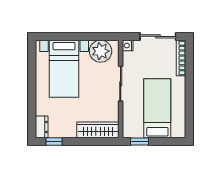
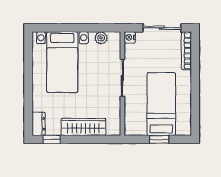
plant: (101, 51) -> (101, 38), width x0.53, depth x0.53
wardrobe: (98, 130) -> (83, 127), moved
window: (139, 142) -> (159, 139), moved

